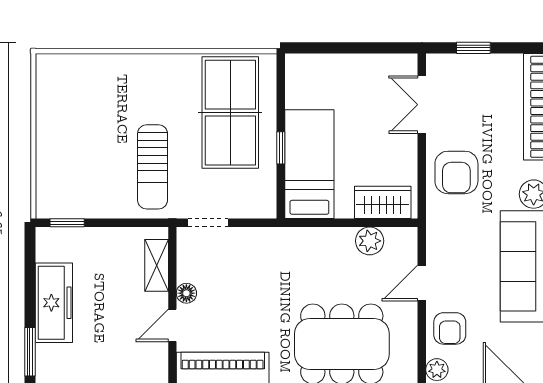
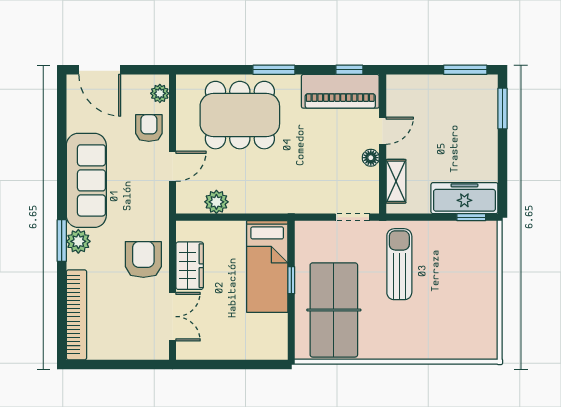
window: (473, 48) -> (129, 364), removed
wardrobe: (383, 202) -> (190, 266), moved, turned -90
freezer: (54, 303) -> (464, 198), moved, turned 90

